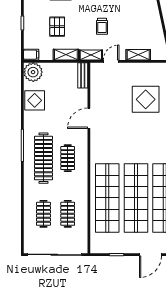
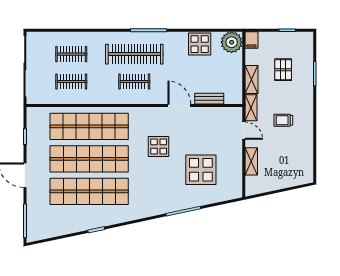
pallet: (57, 27) -> (283, 70), turned 90
bench: (83, 75) -> (209, 99), moved
display table: (125, 137) -> (159, 147), added

